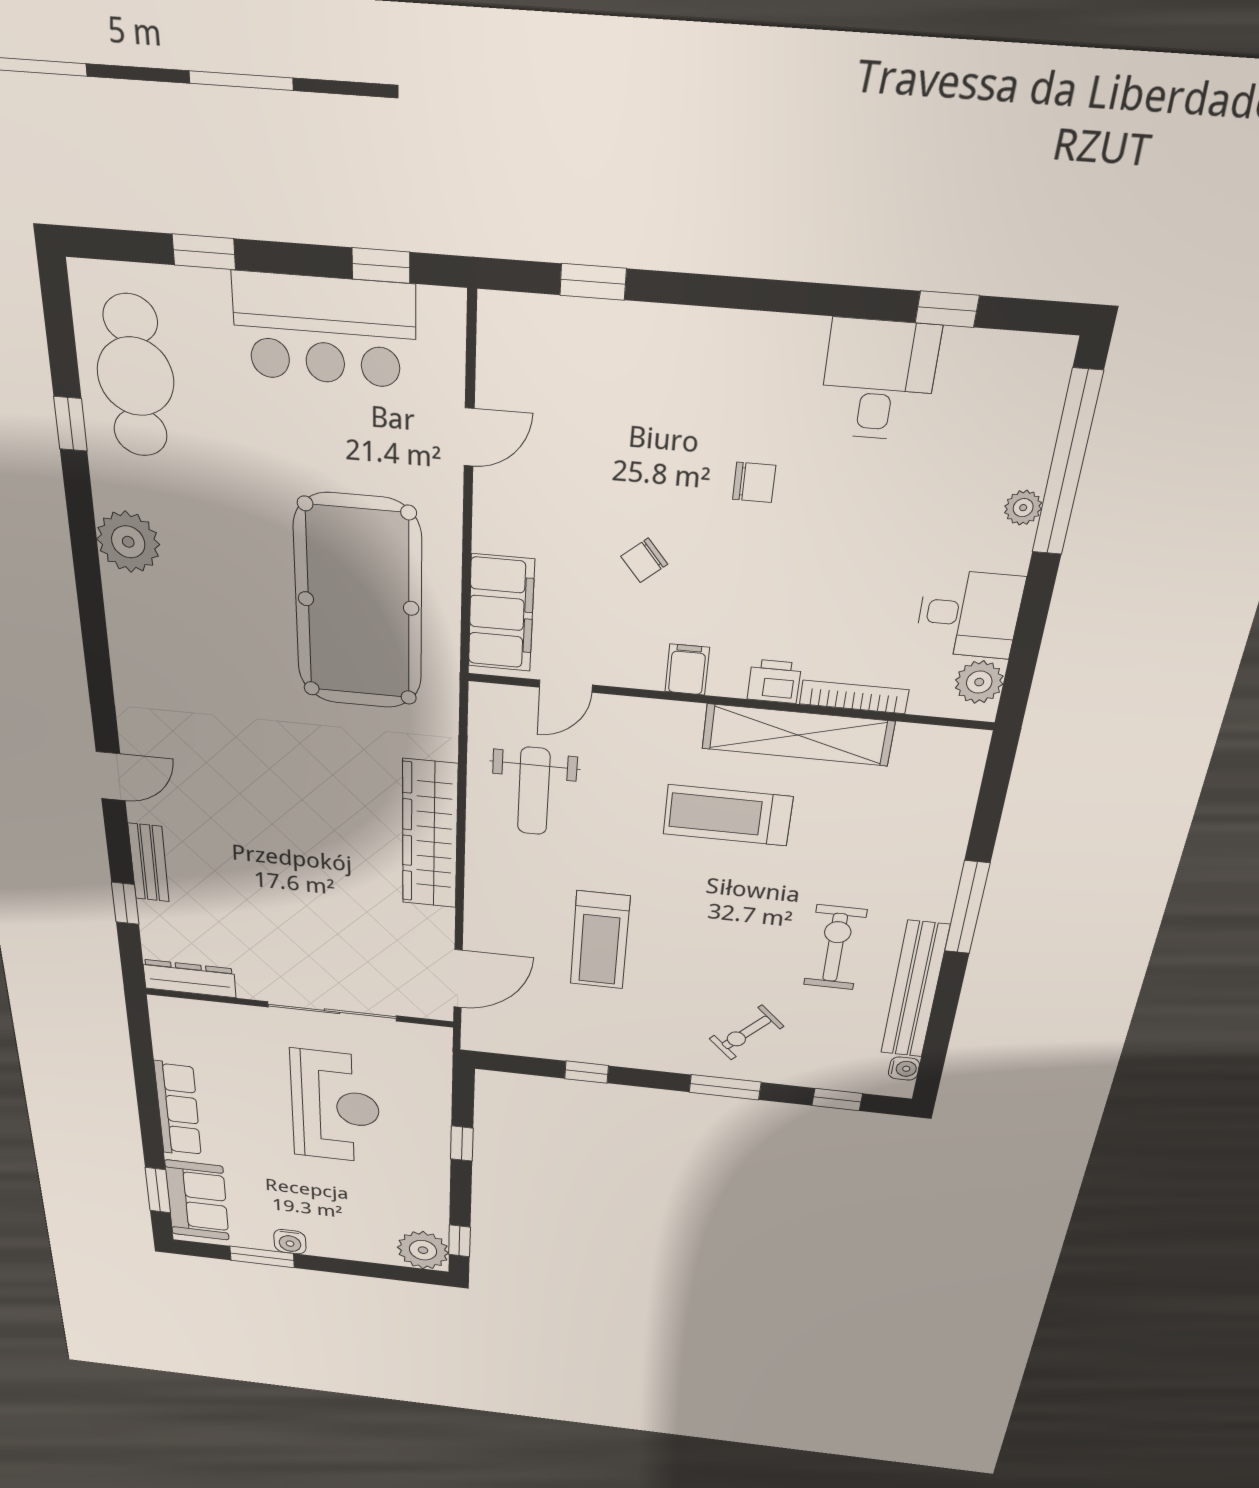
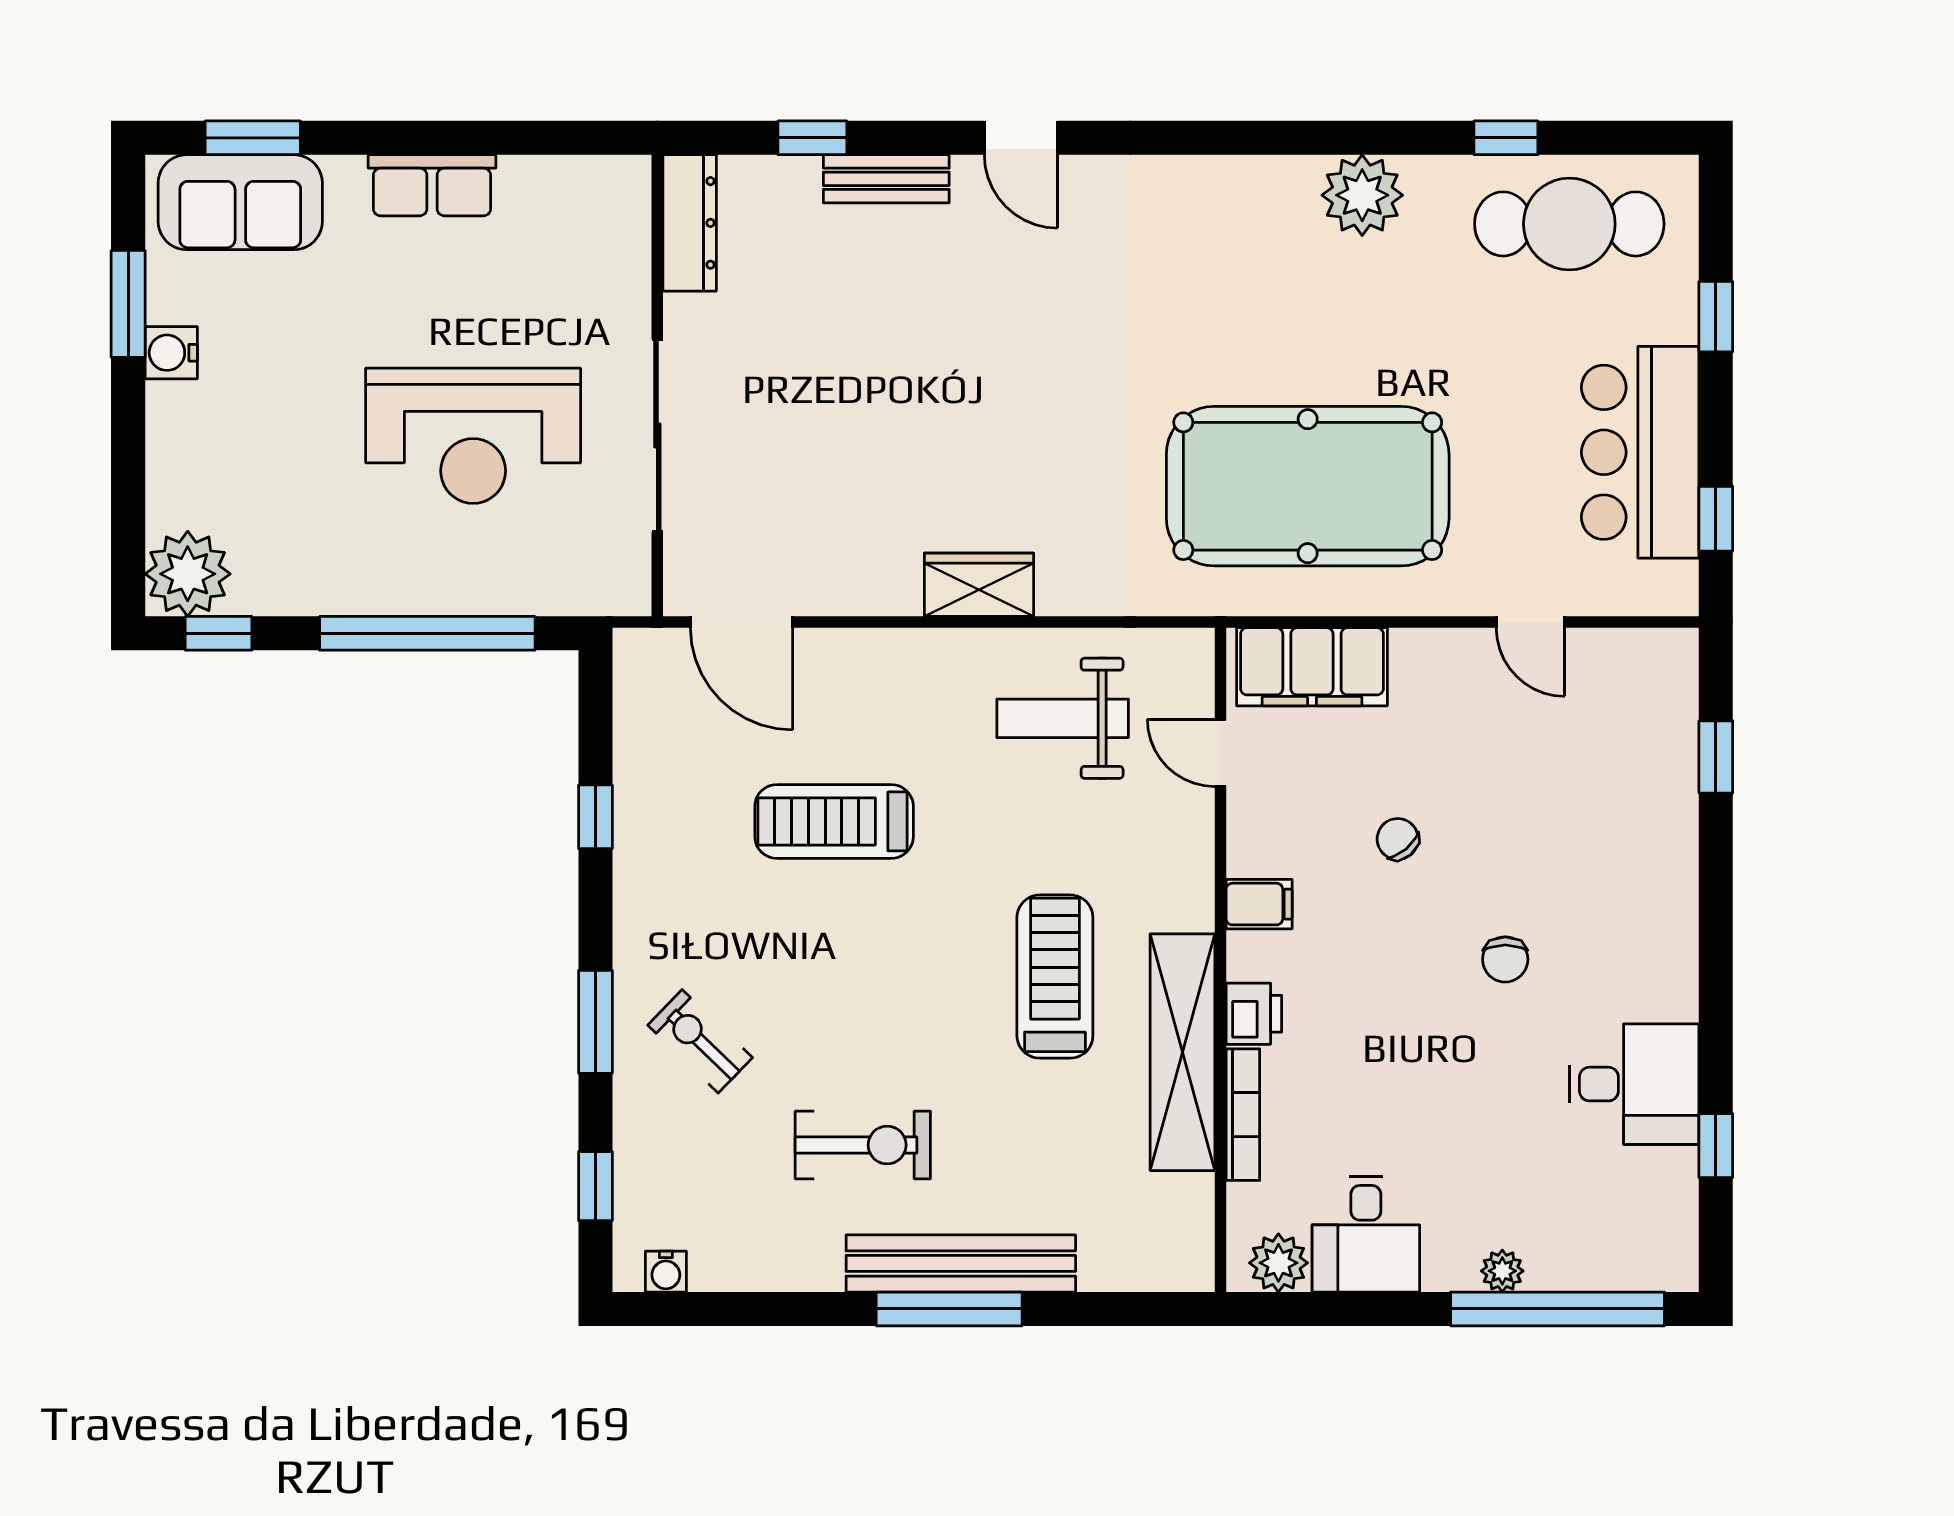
wardrobe: (430, 835) -> (979, 585), width x0.48, depth x0.85
bench: (915, 990) -> (961, 1263), moved
row of seats: (178, 1109) -> (432, 185), width x0.68
window: (462, 1144) -> (427, 633), width x3.17

